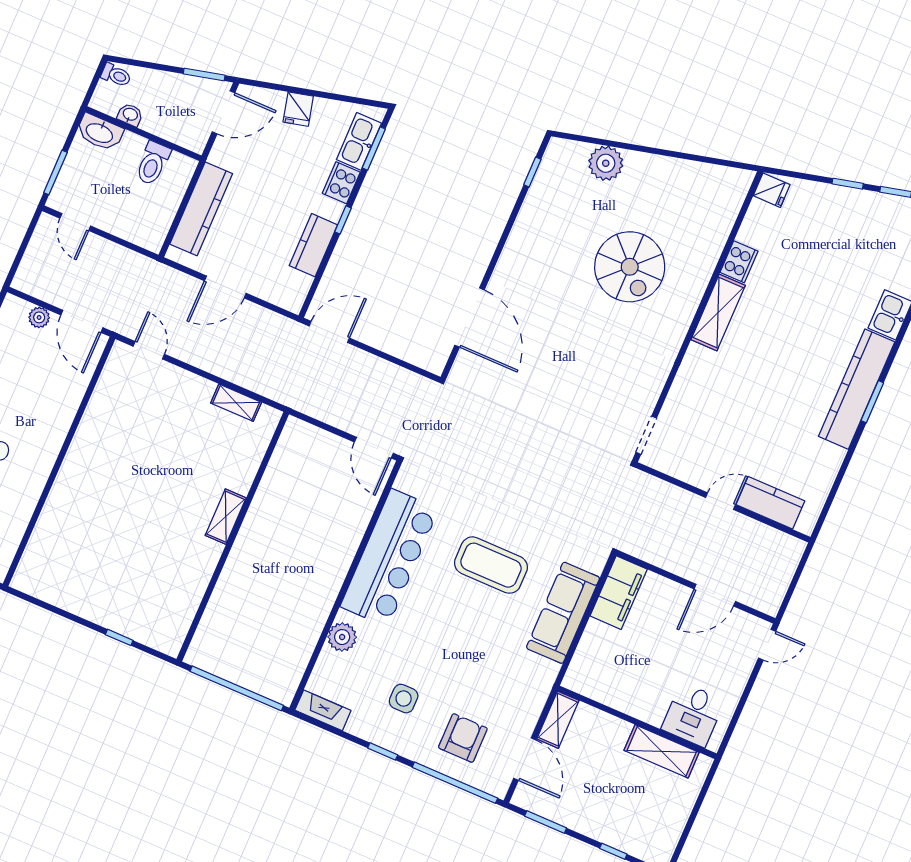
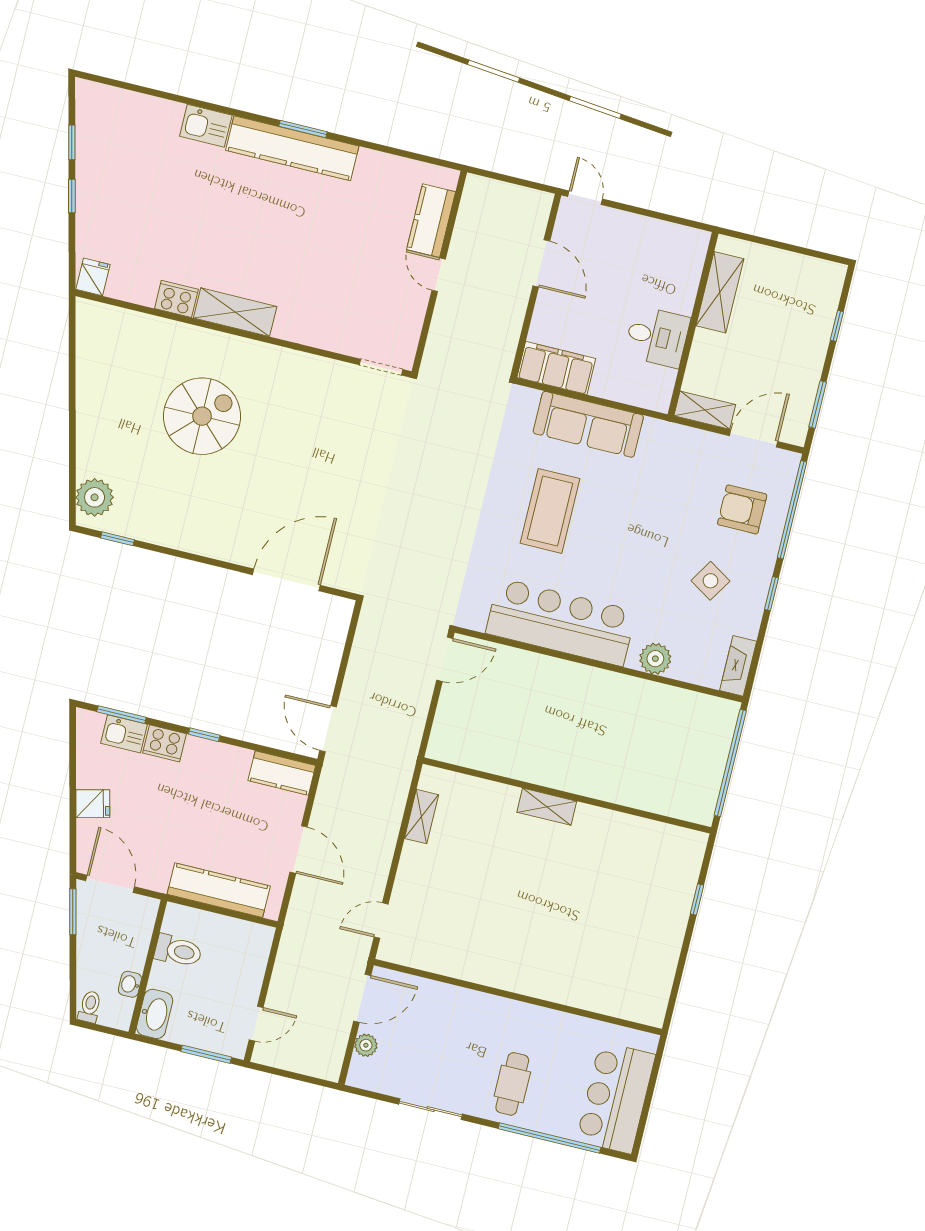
kitchen sink: (359, 141) -> (124, 734), width x0.73
plant: (606, 163) -> (95, 497), moved
kitchen counter: (313, 245) -> (282, 773), moved
side table: (404, 699) -> (710, 581), turned 32
desk: (693, 715) -> (657, 337), moved

